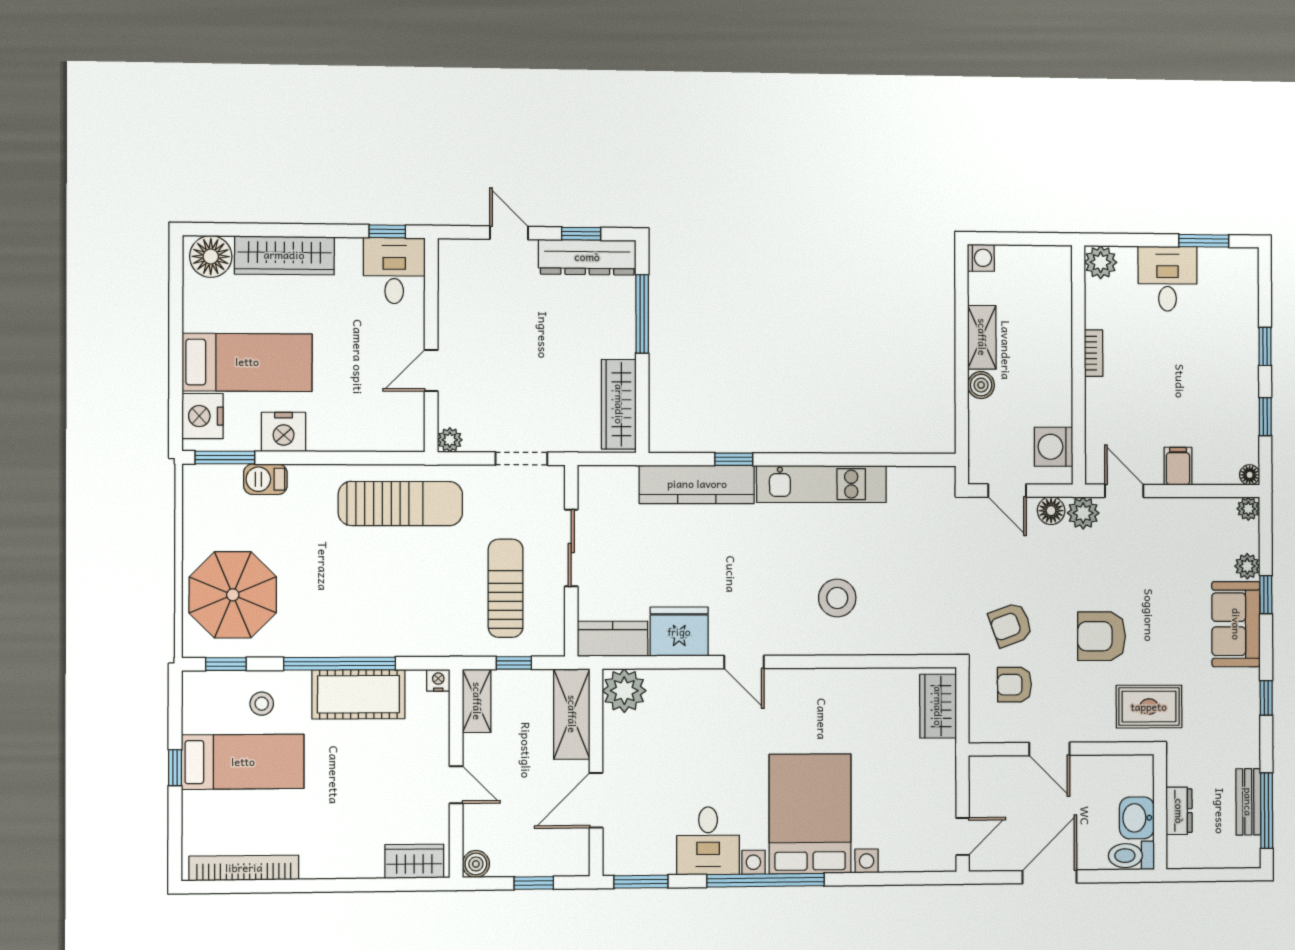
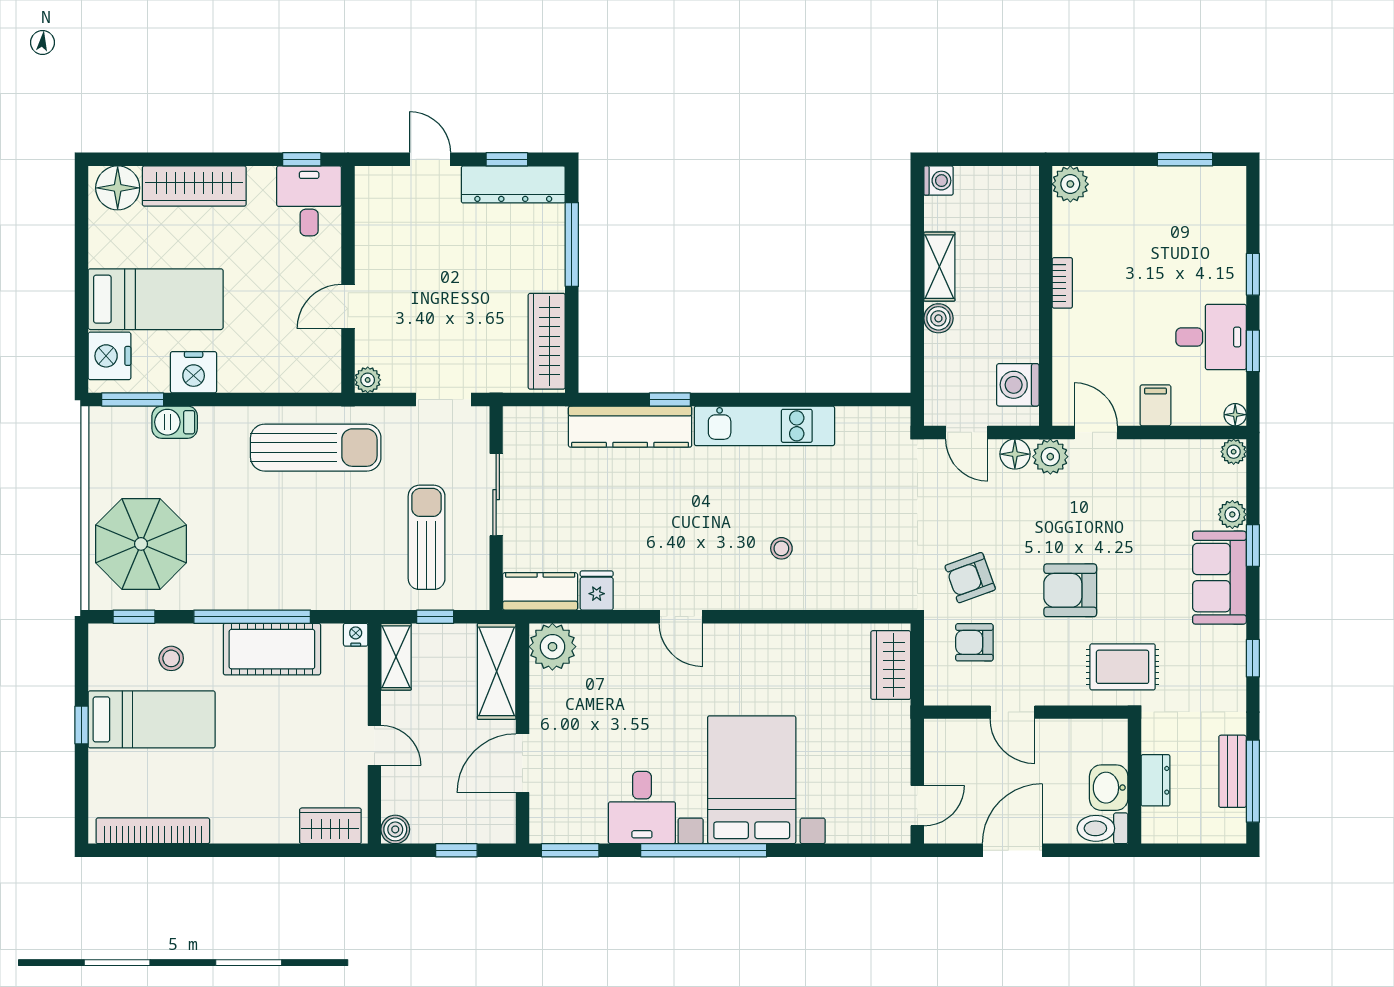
desk: (1167, 279) -> (1211, 337), moved, turned 90
stool: (837, 598) -> (781, 548), width x0.53, depth x0.53
fridge: (679, 632) -> (597, 591), width x0.53, depth x0.75

